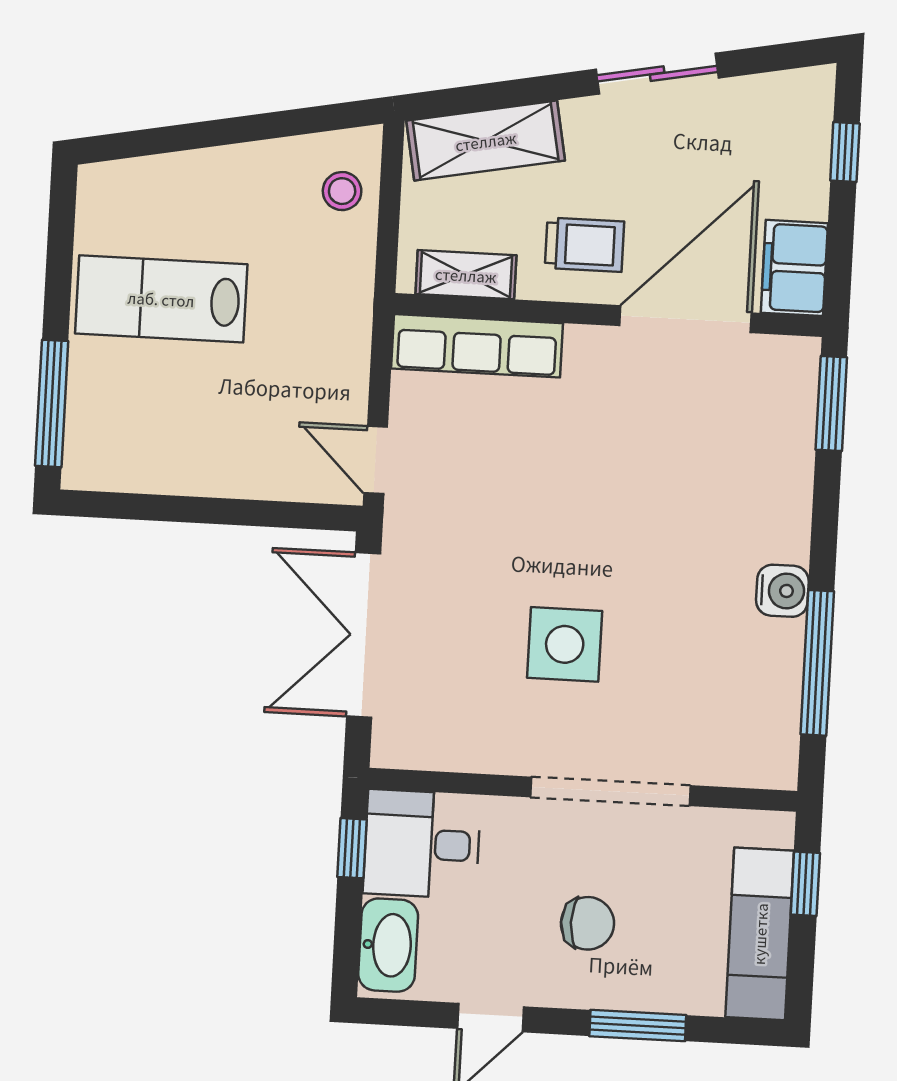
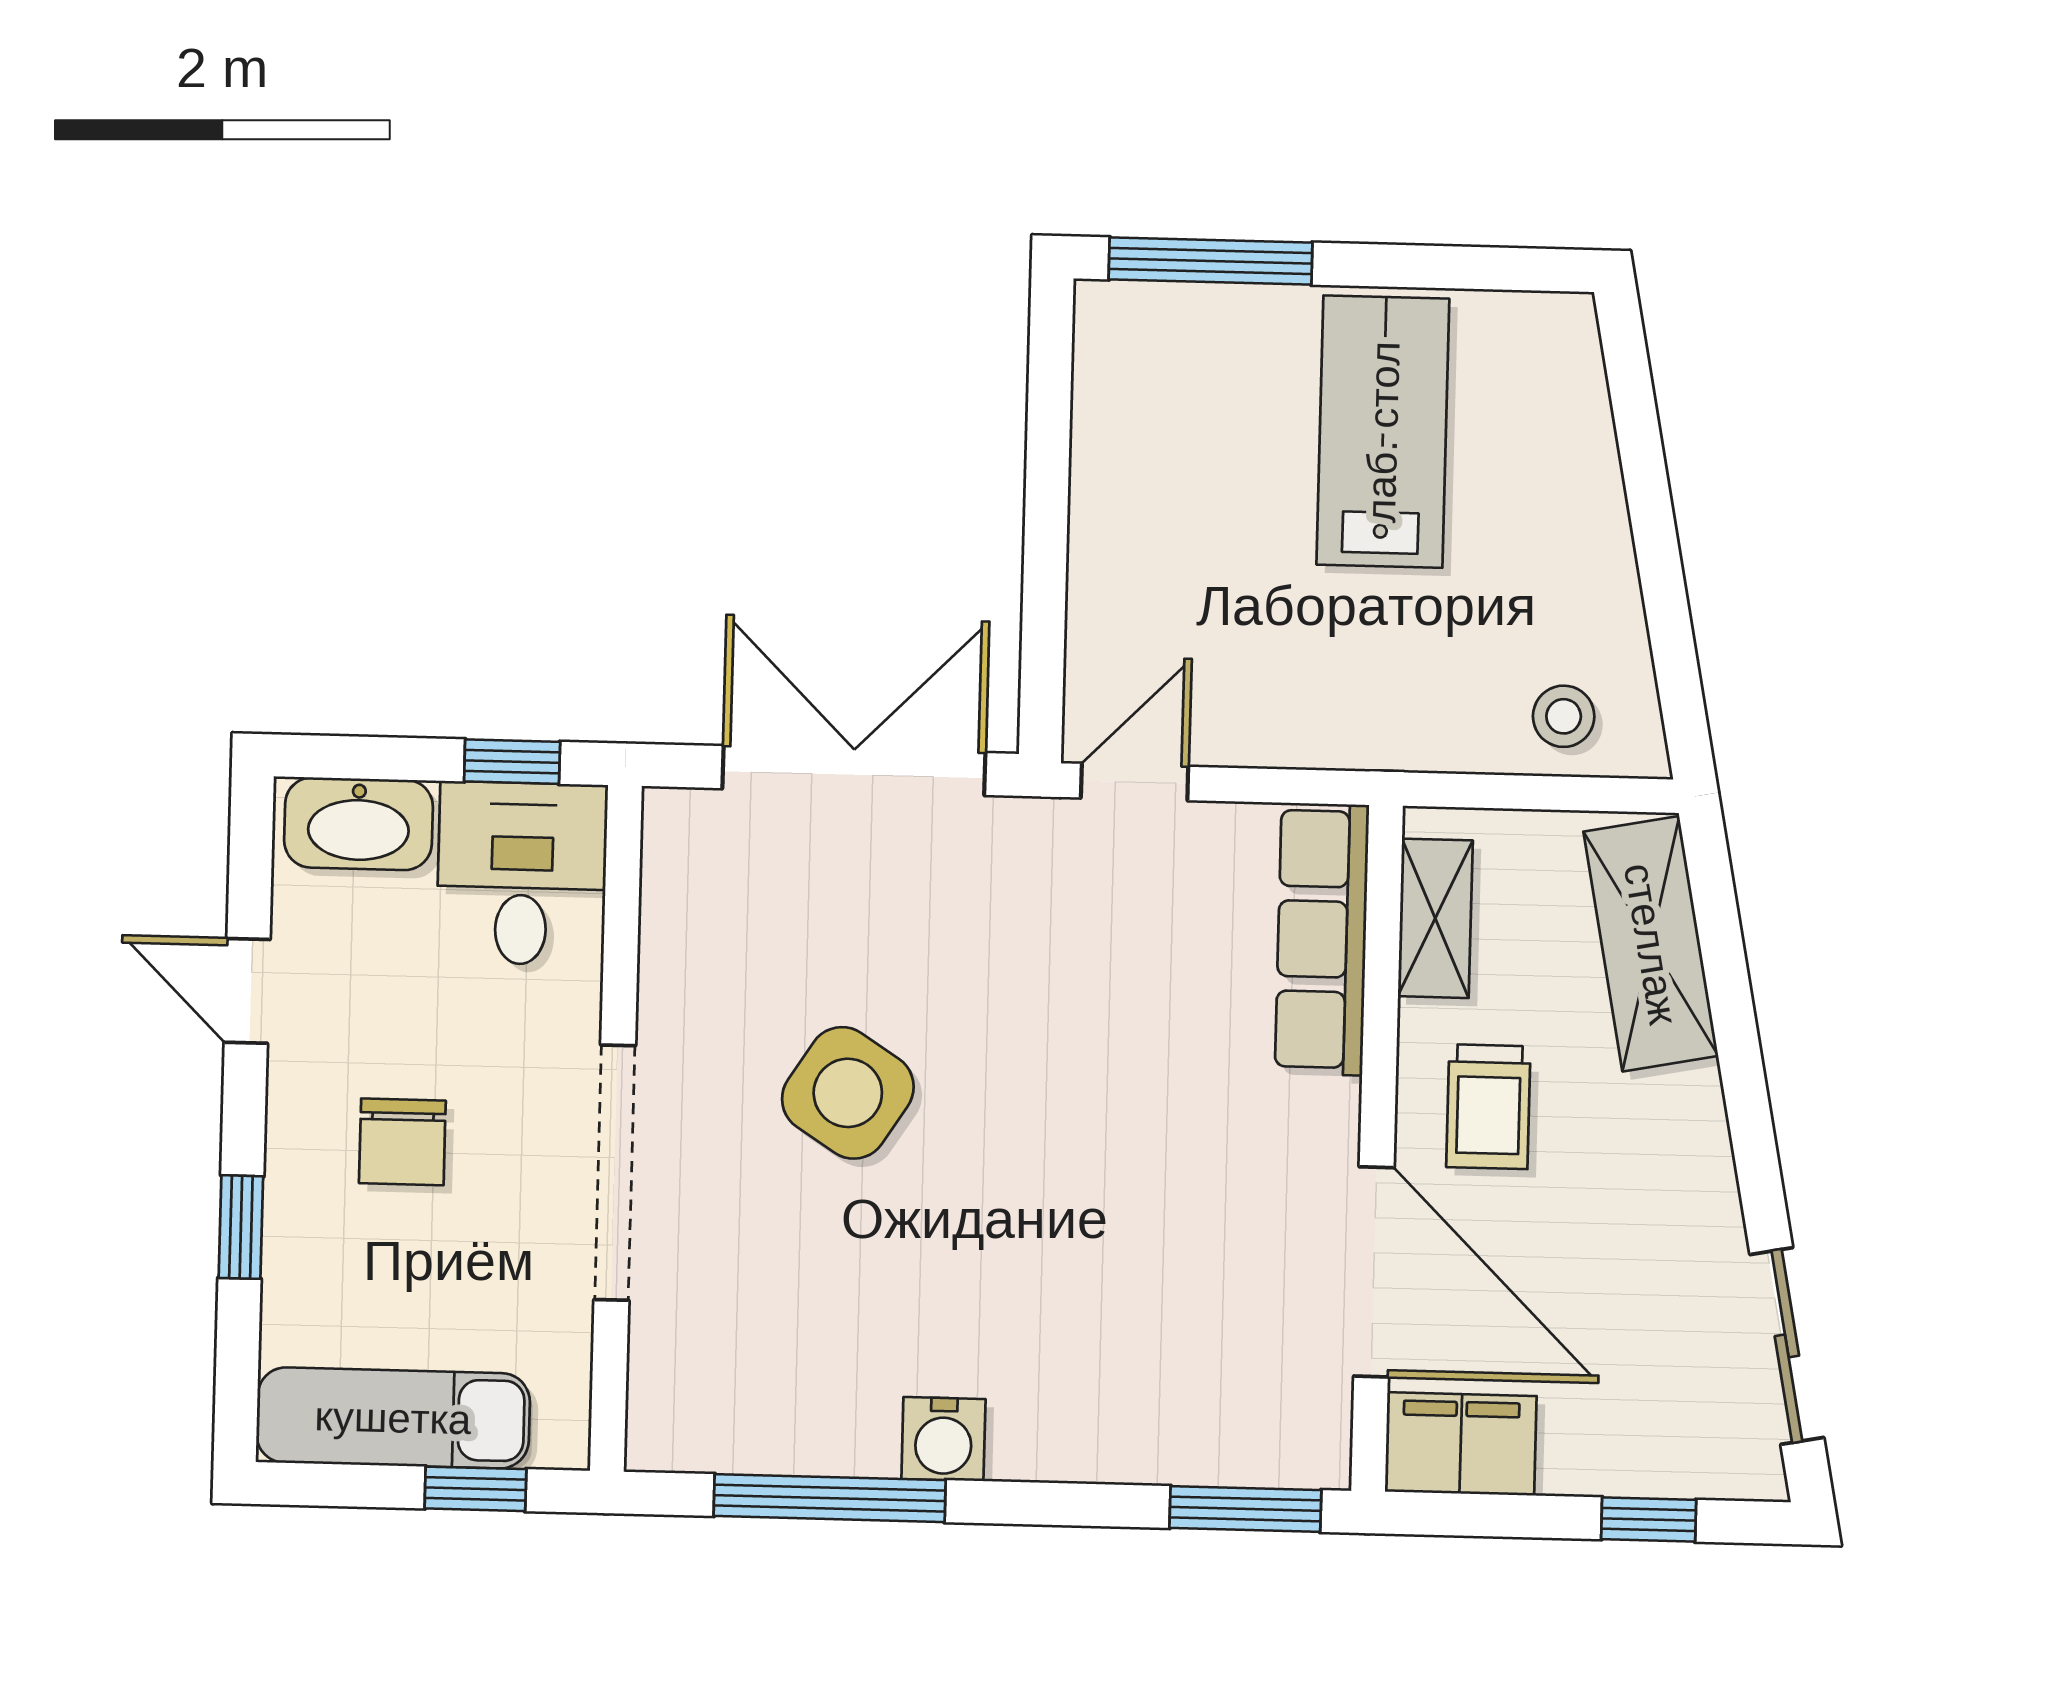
sliding door: (657, 74) -> (1787, 1346), moved
side table: (565, 644) -> (848, 1093), turned 33
window: (638, 1026) -> (241, 1227), width x0.67

